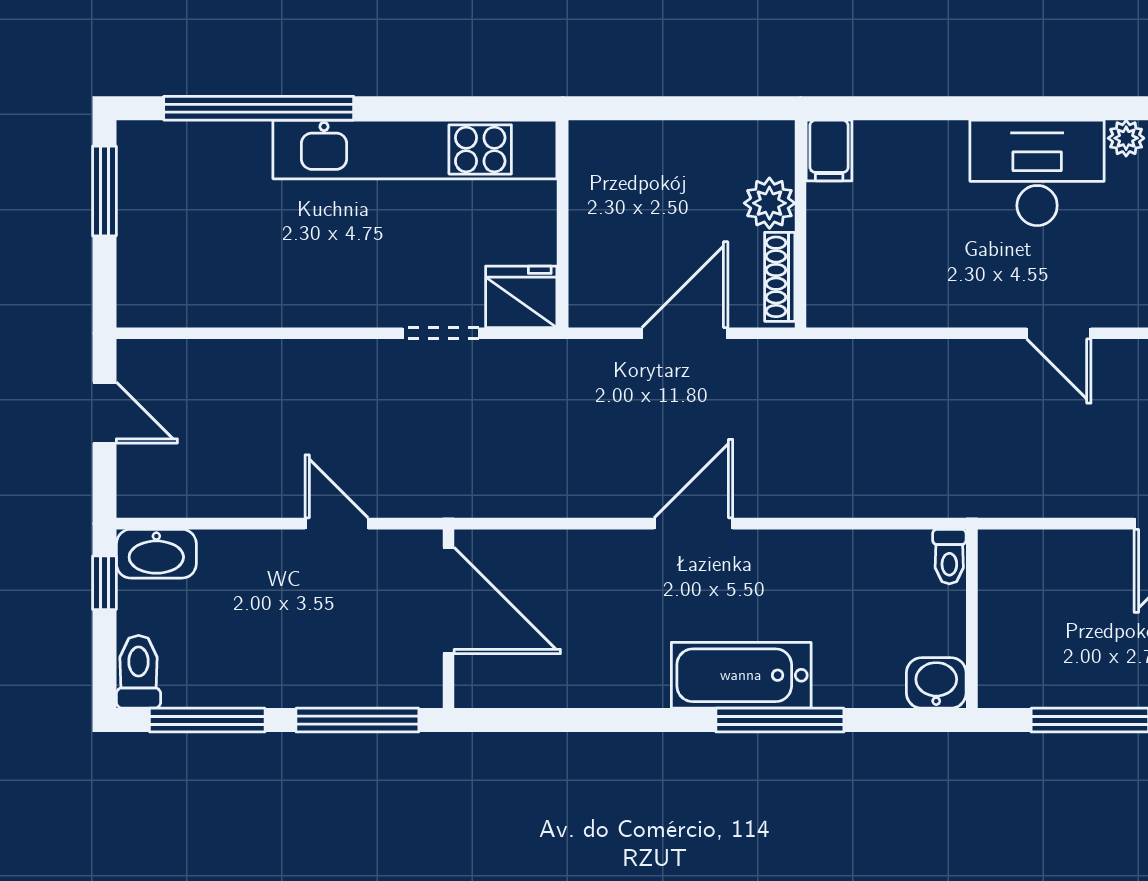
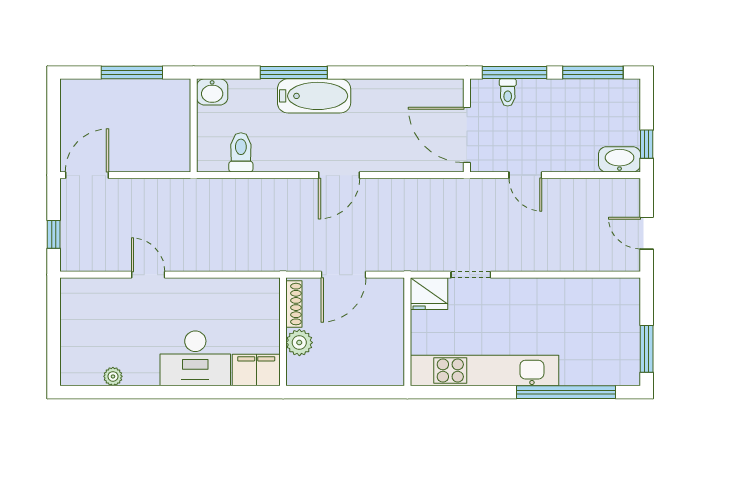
filing cabinet: (829, 151) -> (256, 370), width x2.00
desk: (1037, 173) -> (195, 358), moved
toilet: (949, 557) -> (241, 152), moved, width x1.37, depth x1.39
toilet: (139, 672) -> (508, 92), moved, width x0.73, depth x0.72

